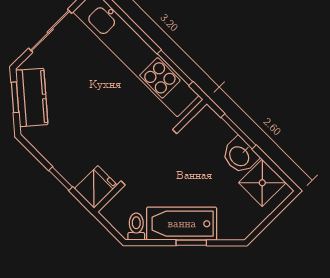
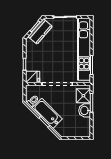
shower: (262, 183) -> (83, 96), moved

